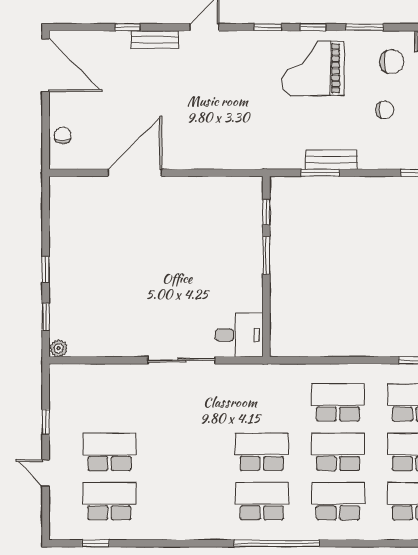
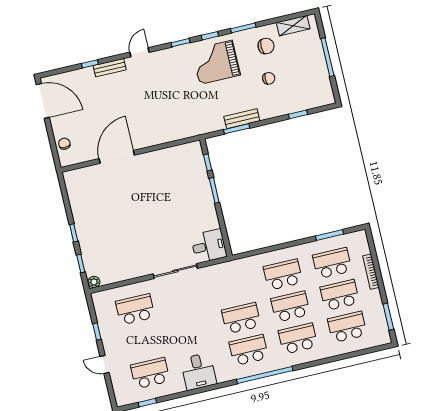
school desk: (109, 452) -> (135, 309), moved
desk: (181, 515) -> (198, 371), added

